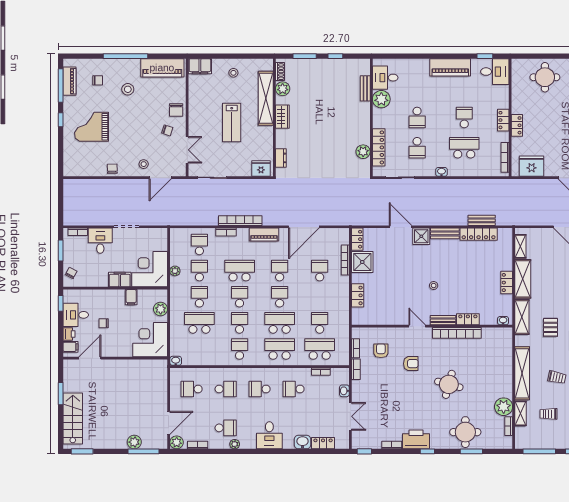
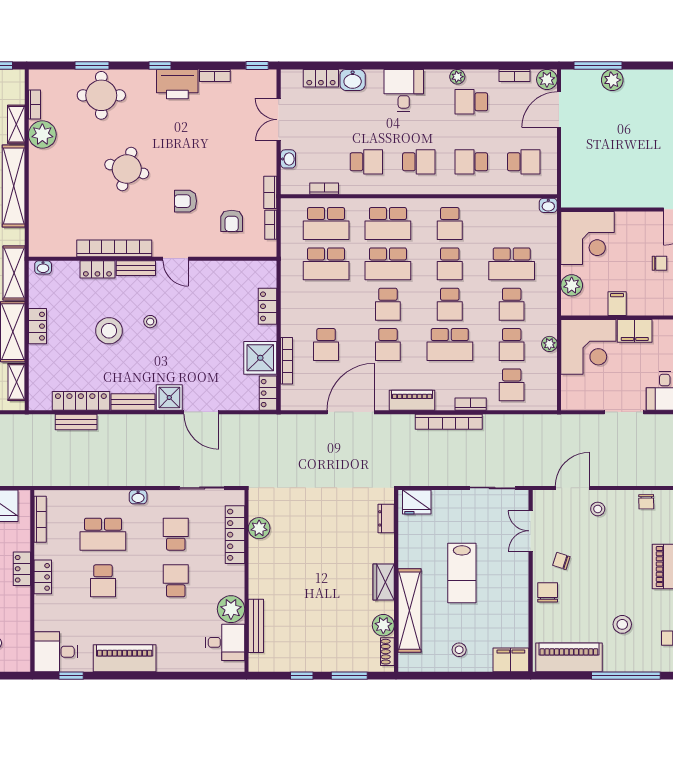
bench: (365, 88) -> (256, 626), width x1.36
lab bench: (232, 123) -> (462, 573), turned 180
stool: (460, 280) -> (109, 331), added
school desk: (320, 323) -> (326, 264), width x1.85

